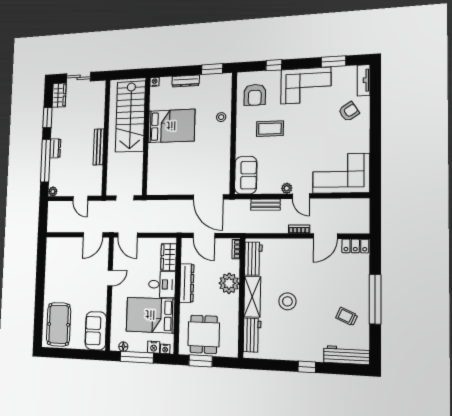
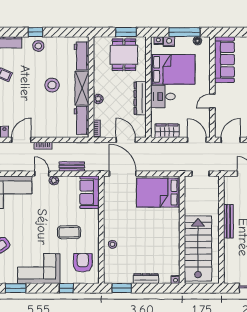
bed: (171, 126) -> (158, 193), moved
wardrobe: (169, 257) -> (167, 131), moved, turned -90
plant: (229, 283) -> (98, 99), width x0.53, depth x0.53
sofa: (96, 331) -> (224, 60), width x1.36
stool: (303, 350) -> (38, 46), added

